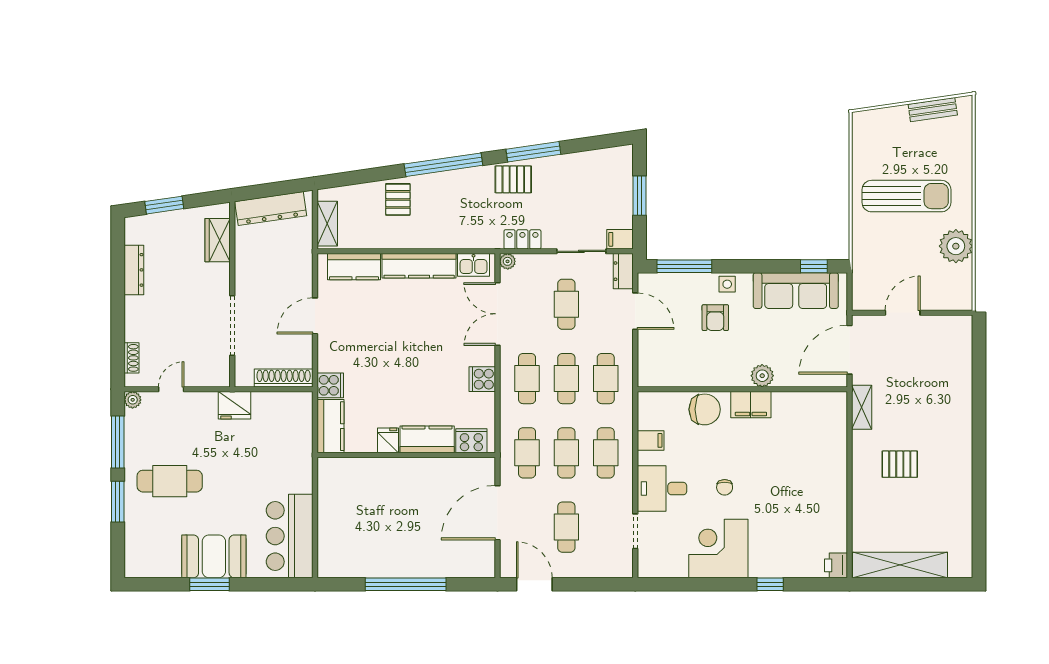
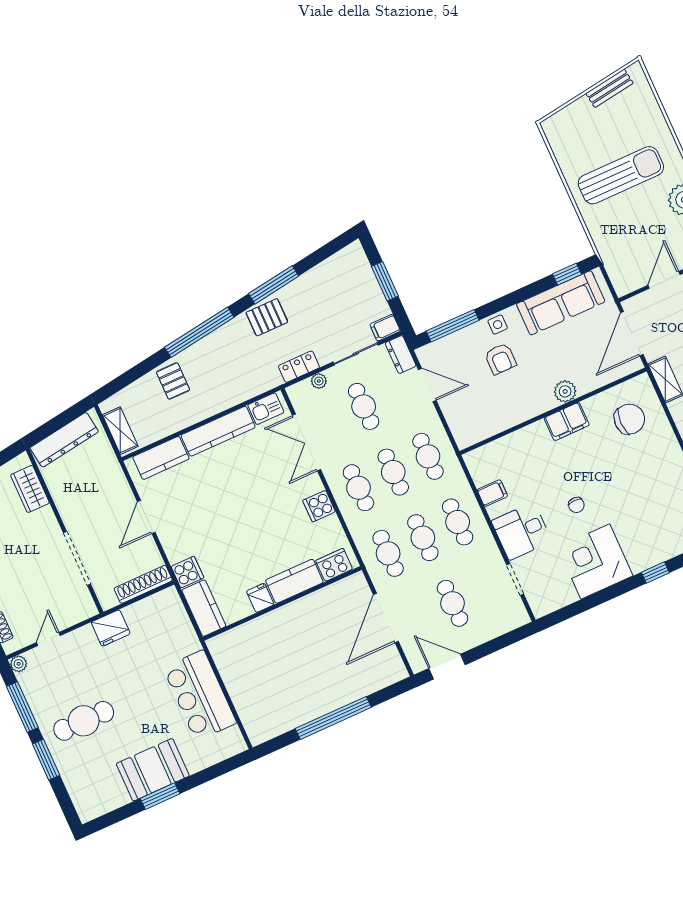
plant: (508, 261) -> (319, 381), moved
chair: (705, 409) -> (629, 419), moved
bar counter: (290, 536) -> (200, 695), moved

